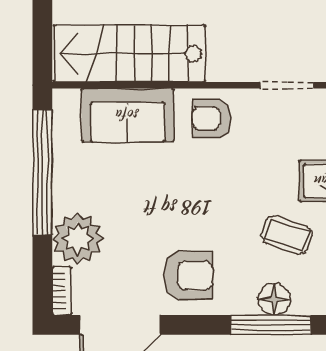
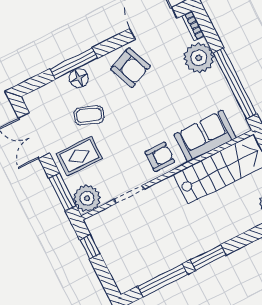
armchair: (188, 275) -> (131, 68), turned -113

